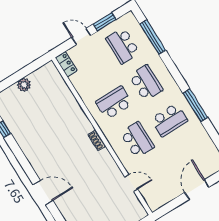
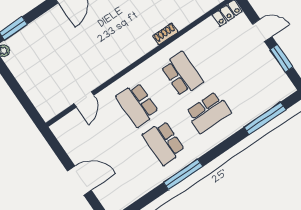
door: (81, 36) -> (262, 30), hinge flipped
school desk: (123, 46) -> (253, 82), removed
shoe rack: (97, 140) -> (165, 34), moved
school desk: (137, 140) -> (137, 105), turned 90

